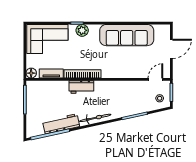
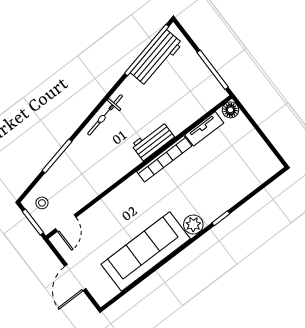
plant: (82, 30) -> (193, 225), moved
corner sofa: (47, 39) -> (243, 169), removed
workbench: (61, 124) -> (157, 58), moved

